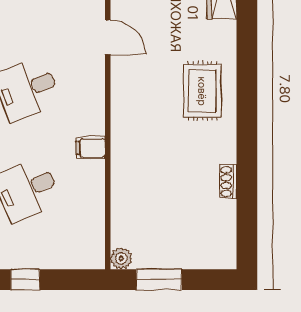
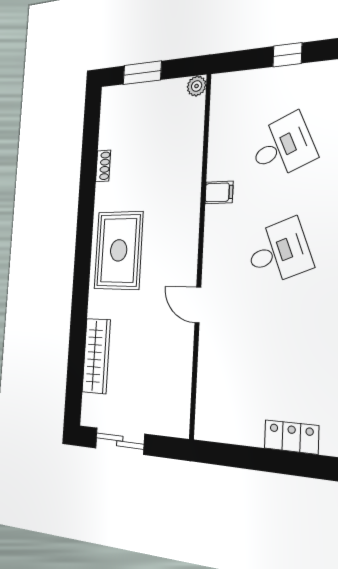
rug: (202, 91) -> (119, 250), width x1.36, depth x1.43
window: (159, 280) -> (142, 73), moved

